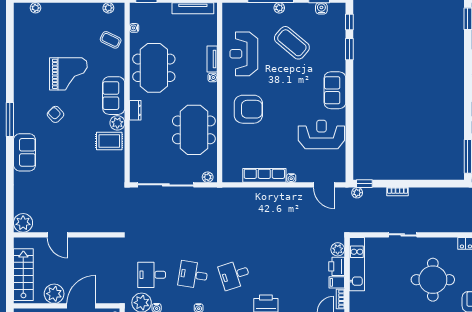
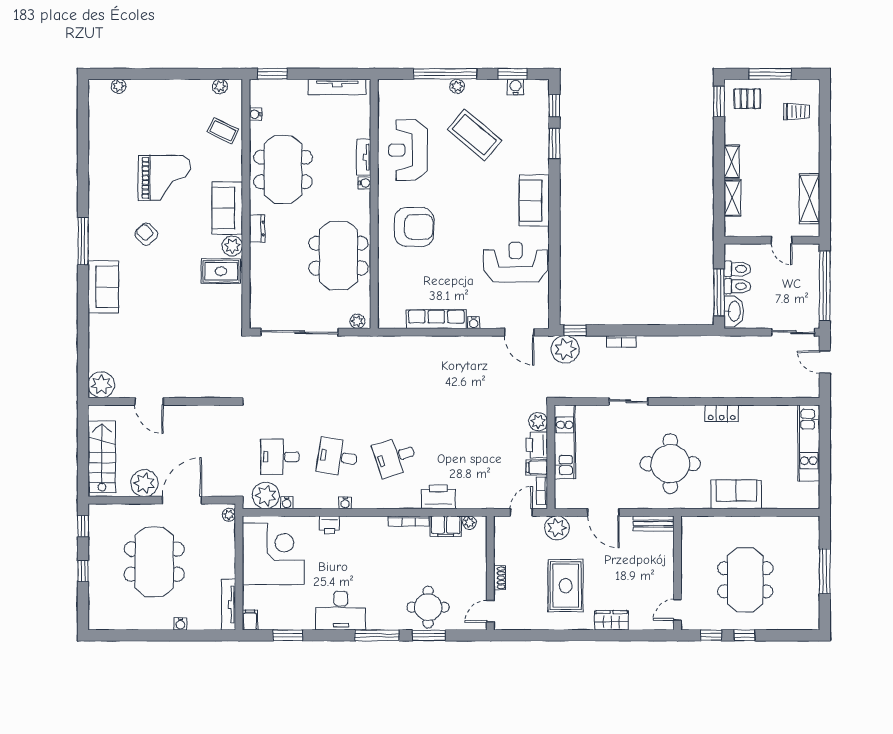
plant: (357, 193) -> (565, 349), width x1.88, depth x1.88

